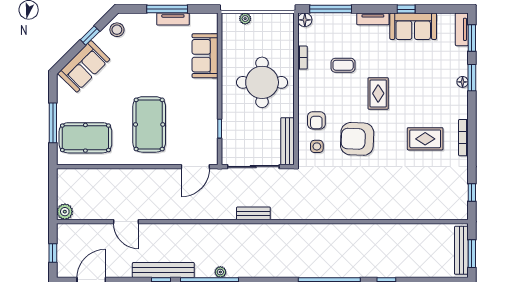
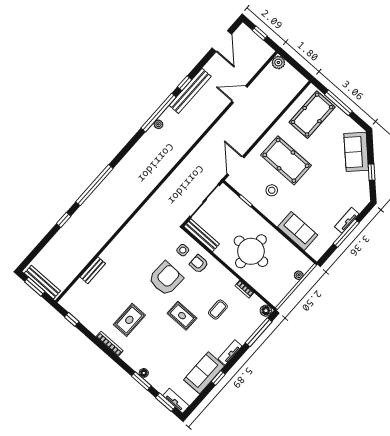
tv unit: (173, 19) -> (347, 220), moved
stool: (117, 30) -> (272, 190), moved
bench: (253, 213) -> (93, 270), moved

